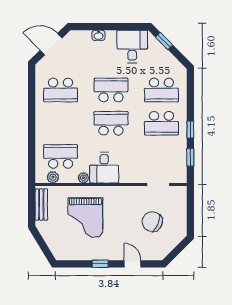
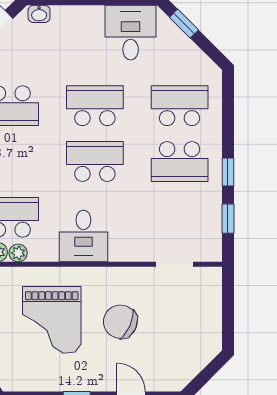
washbasin: (98, 35) -> (39, 14), moved
school desk: (161, 90) -> (180, 106), turned 180
plant: (83, 178) -> (18, 253), moved
chair: (152, 222) -> (120, 322), moved

